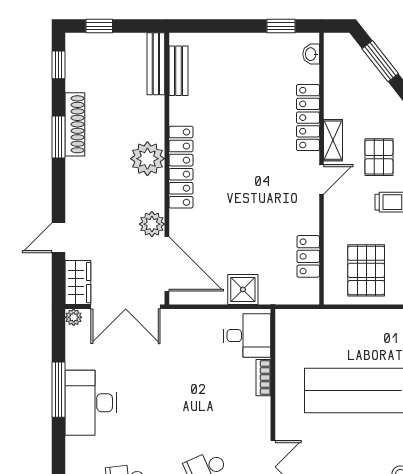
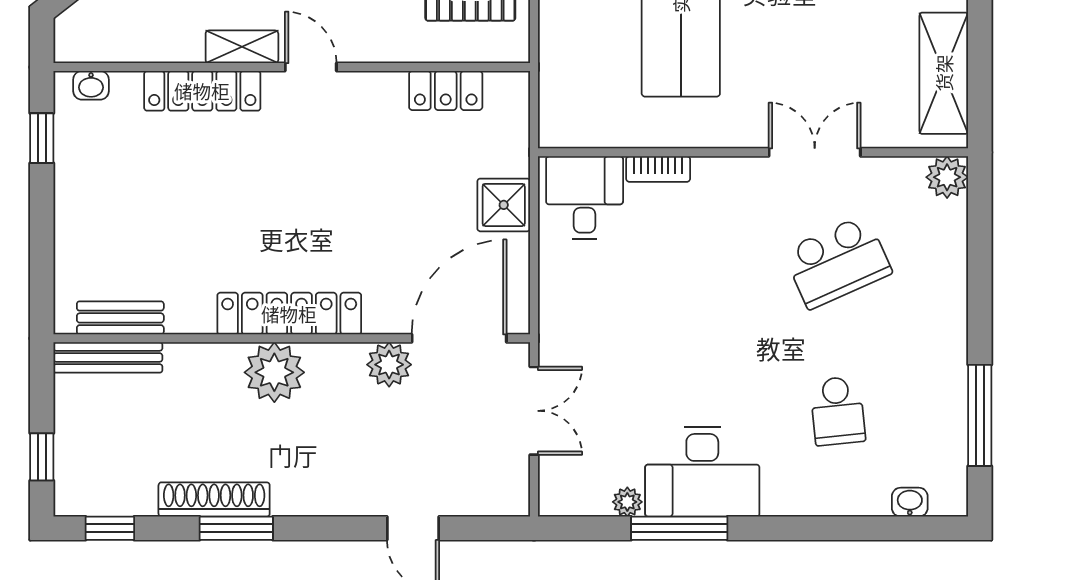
wardrobe: (78, 283) -> (492, 494), removed
double door: (126, 307) -> (534, 411), width x0.73
plant: (74, 317) -> (627, 502), moved

